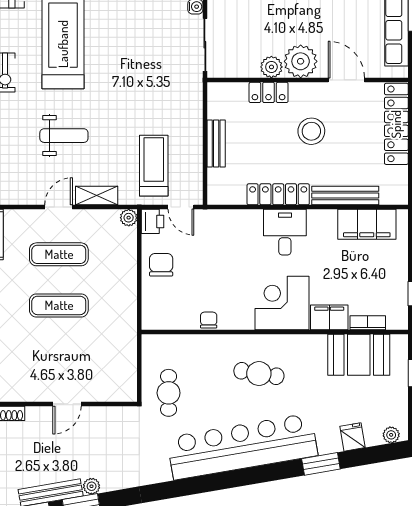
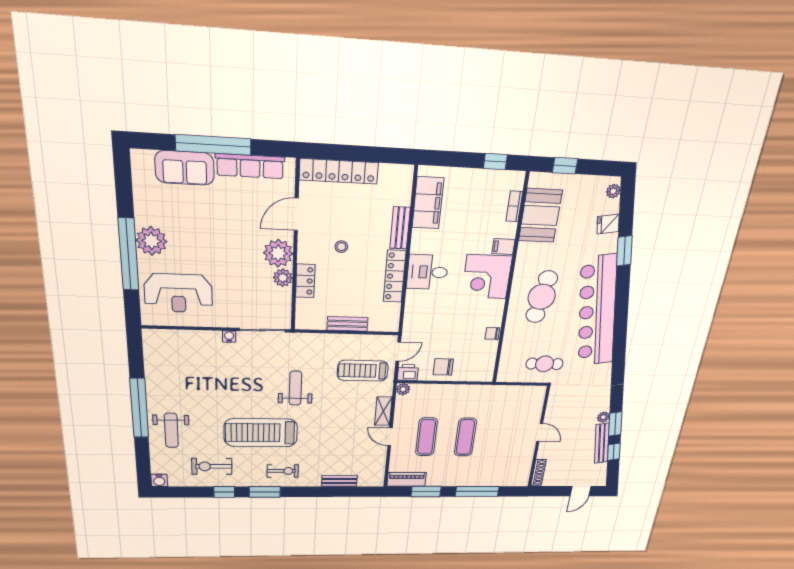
stool: (311, 131) -> (341, 247), width x0.53, depth x0.53
weight bench: (64, 136) -> (295, 388), moved
bench: (345, 196) -> (400, 228), width x0.73
filing cabinet: (329, 317) -> (503, 246), width x0.50
cafe table: (259, 374) -> (542, 297), width x1.37, depth x1.35

